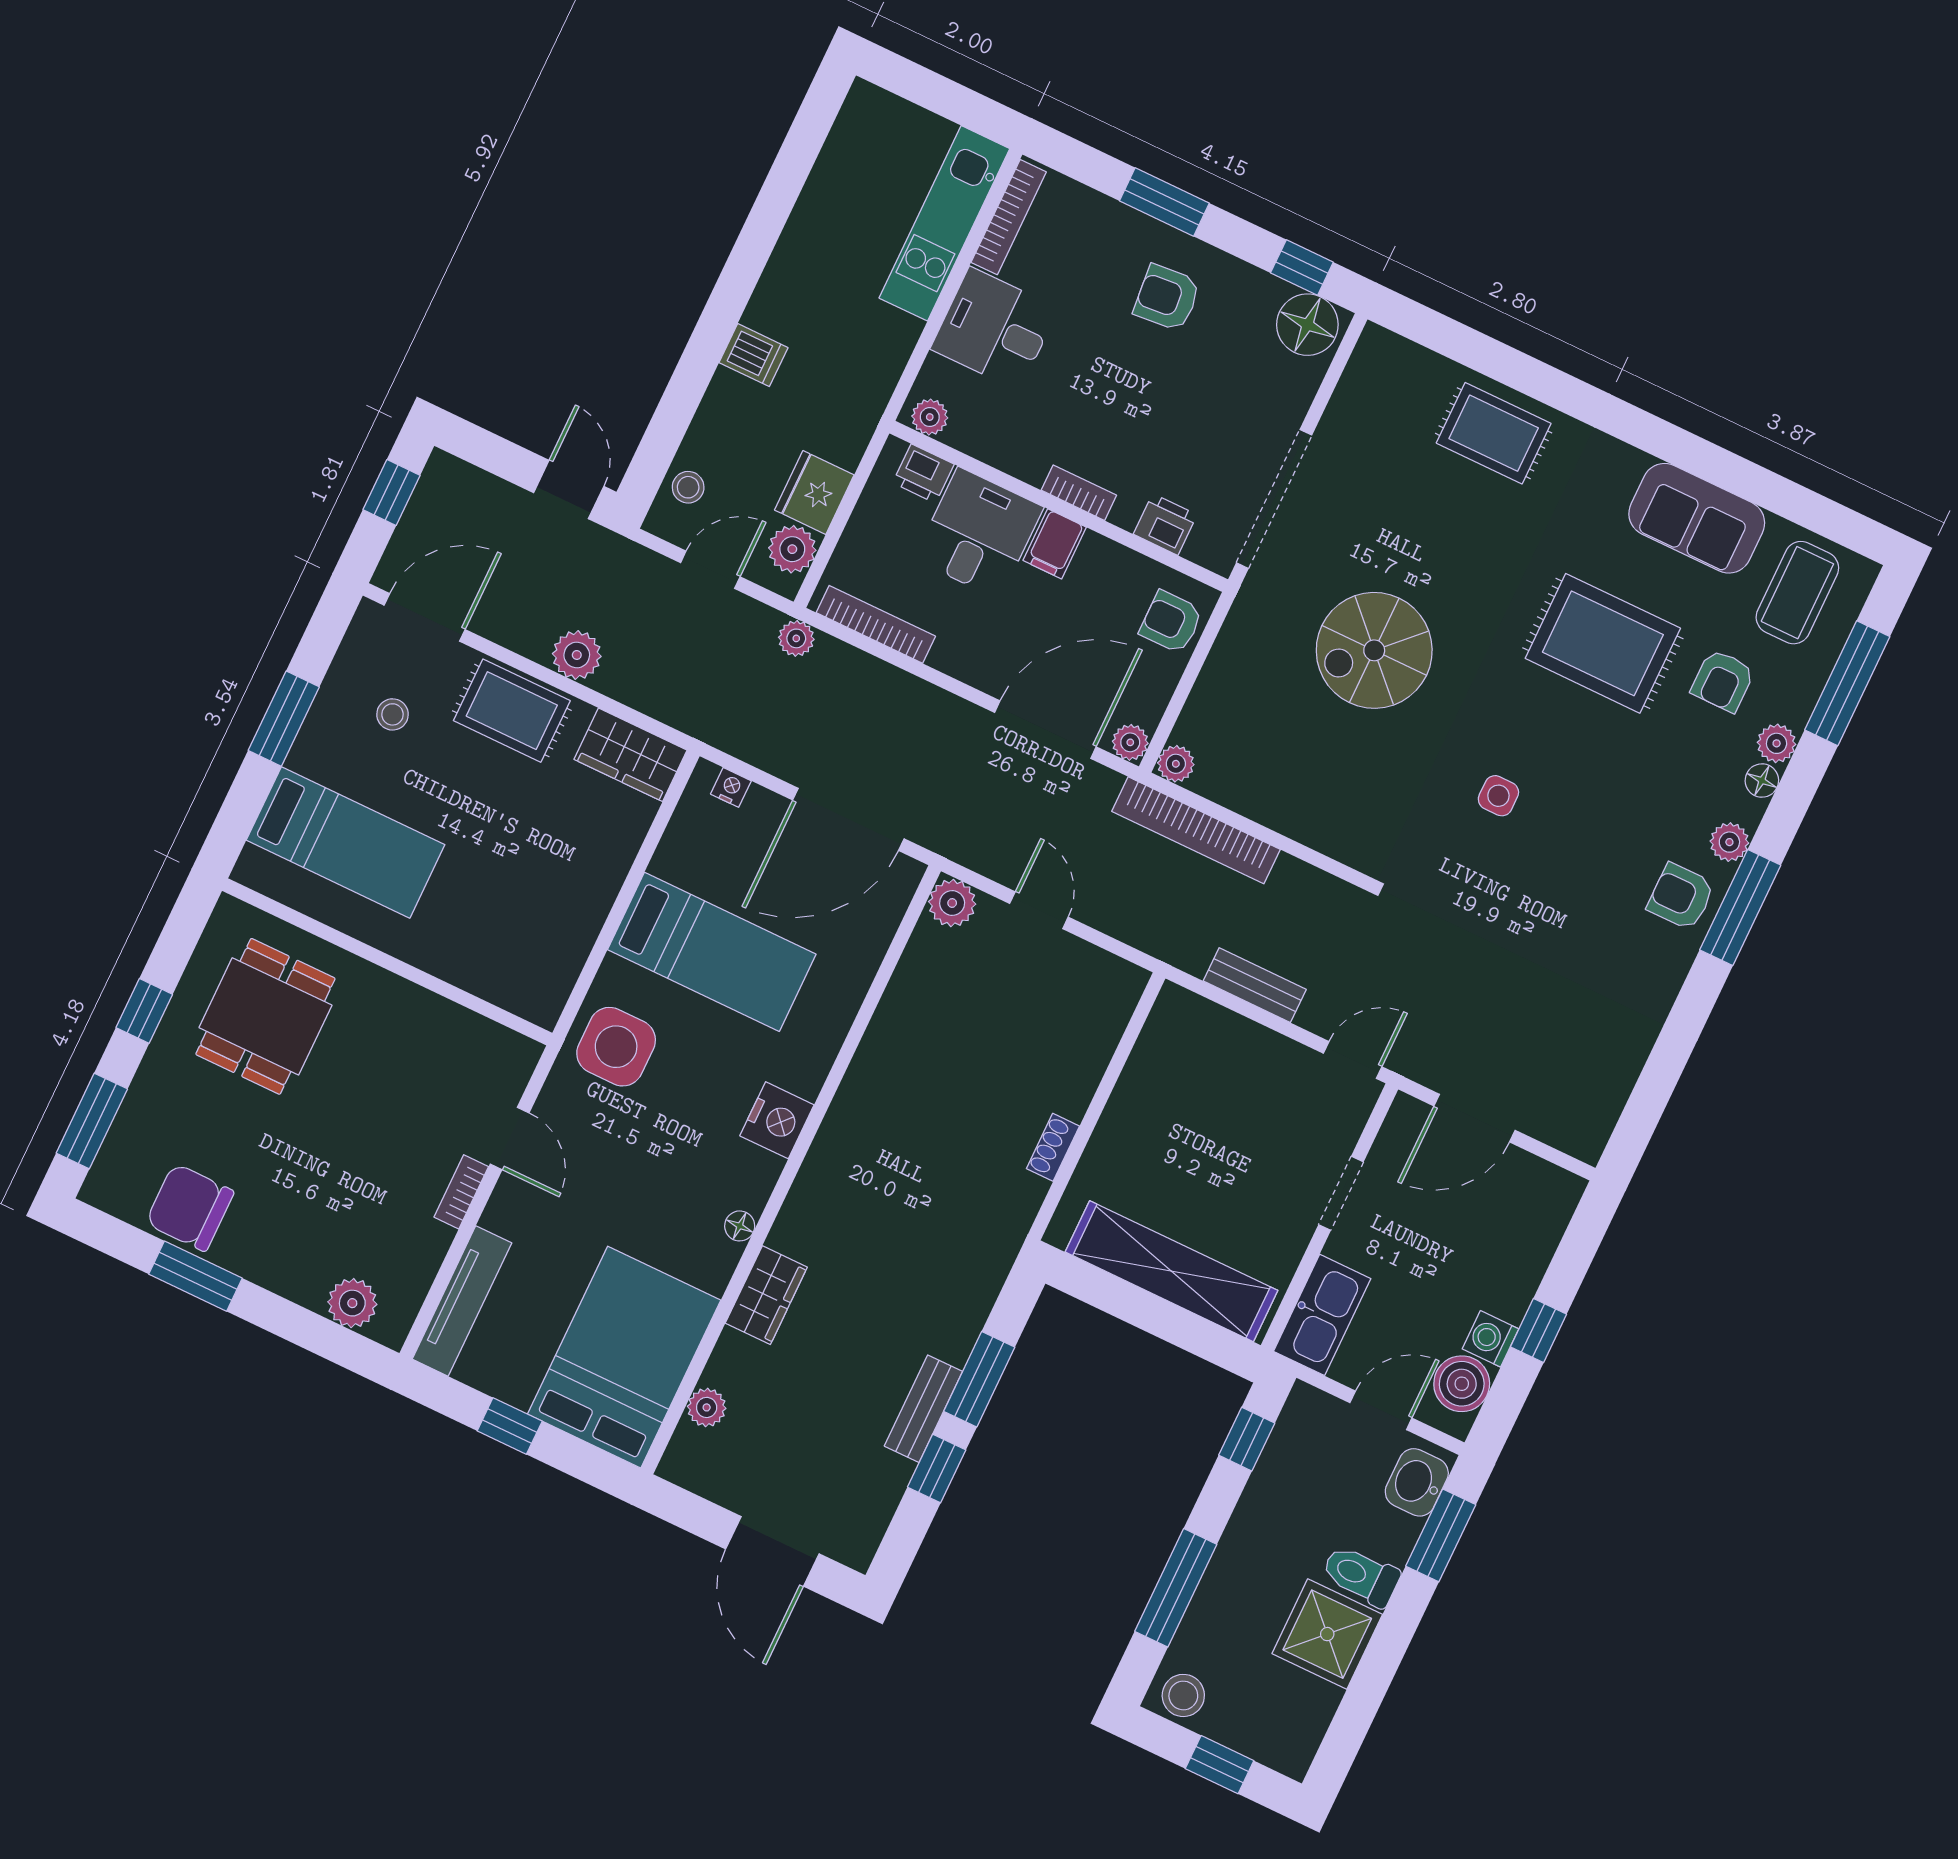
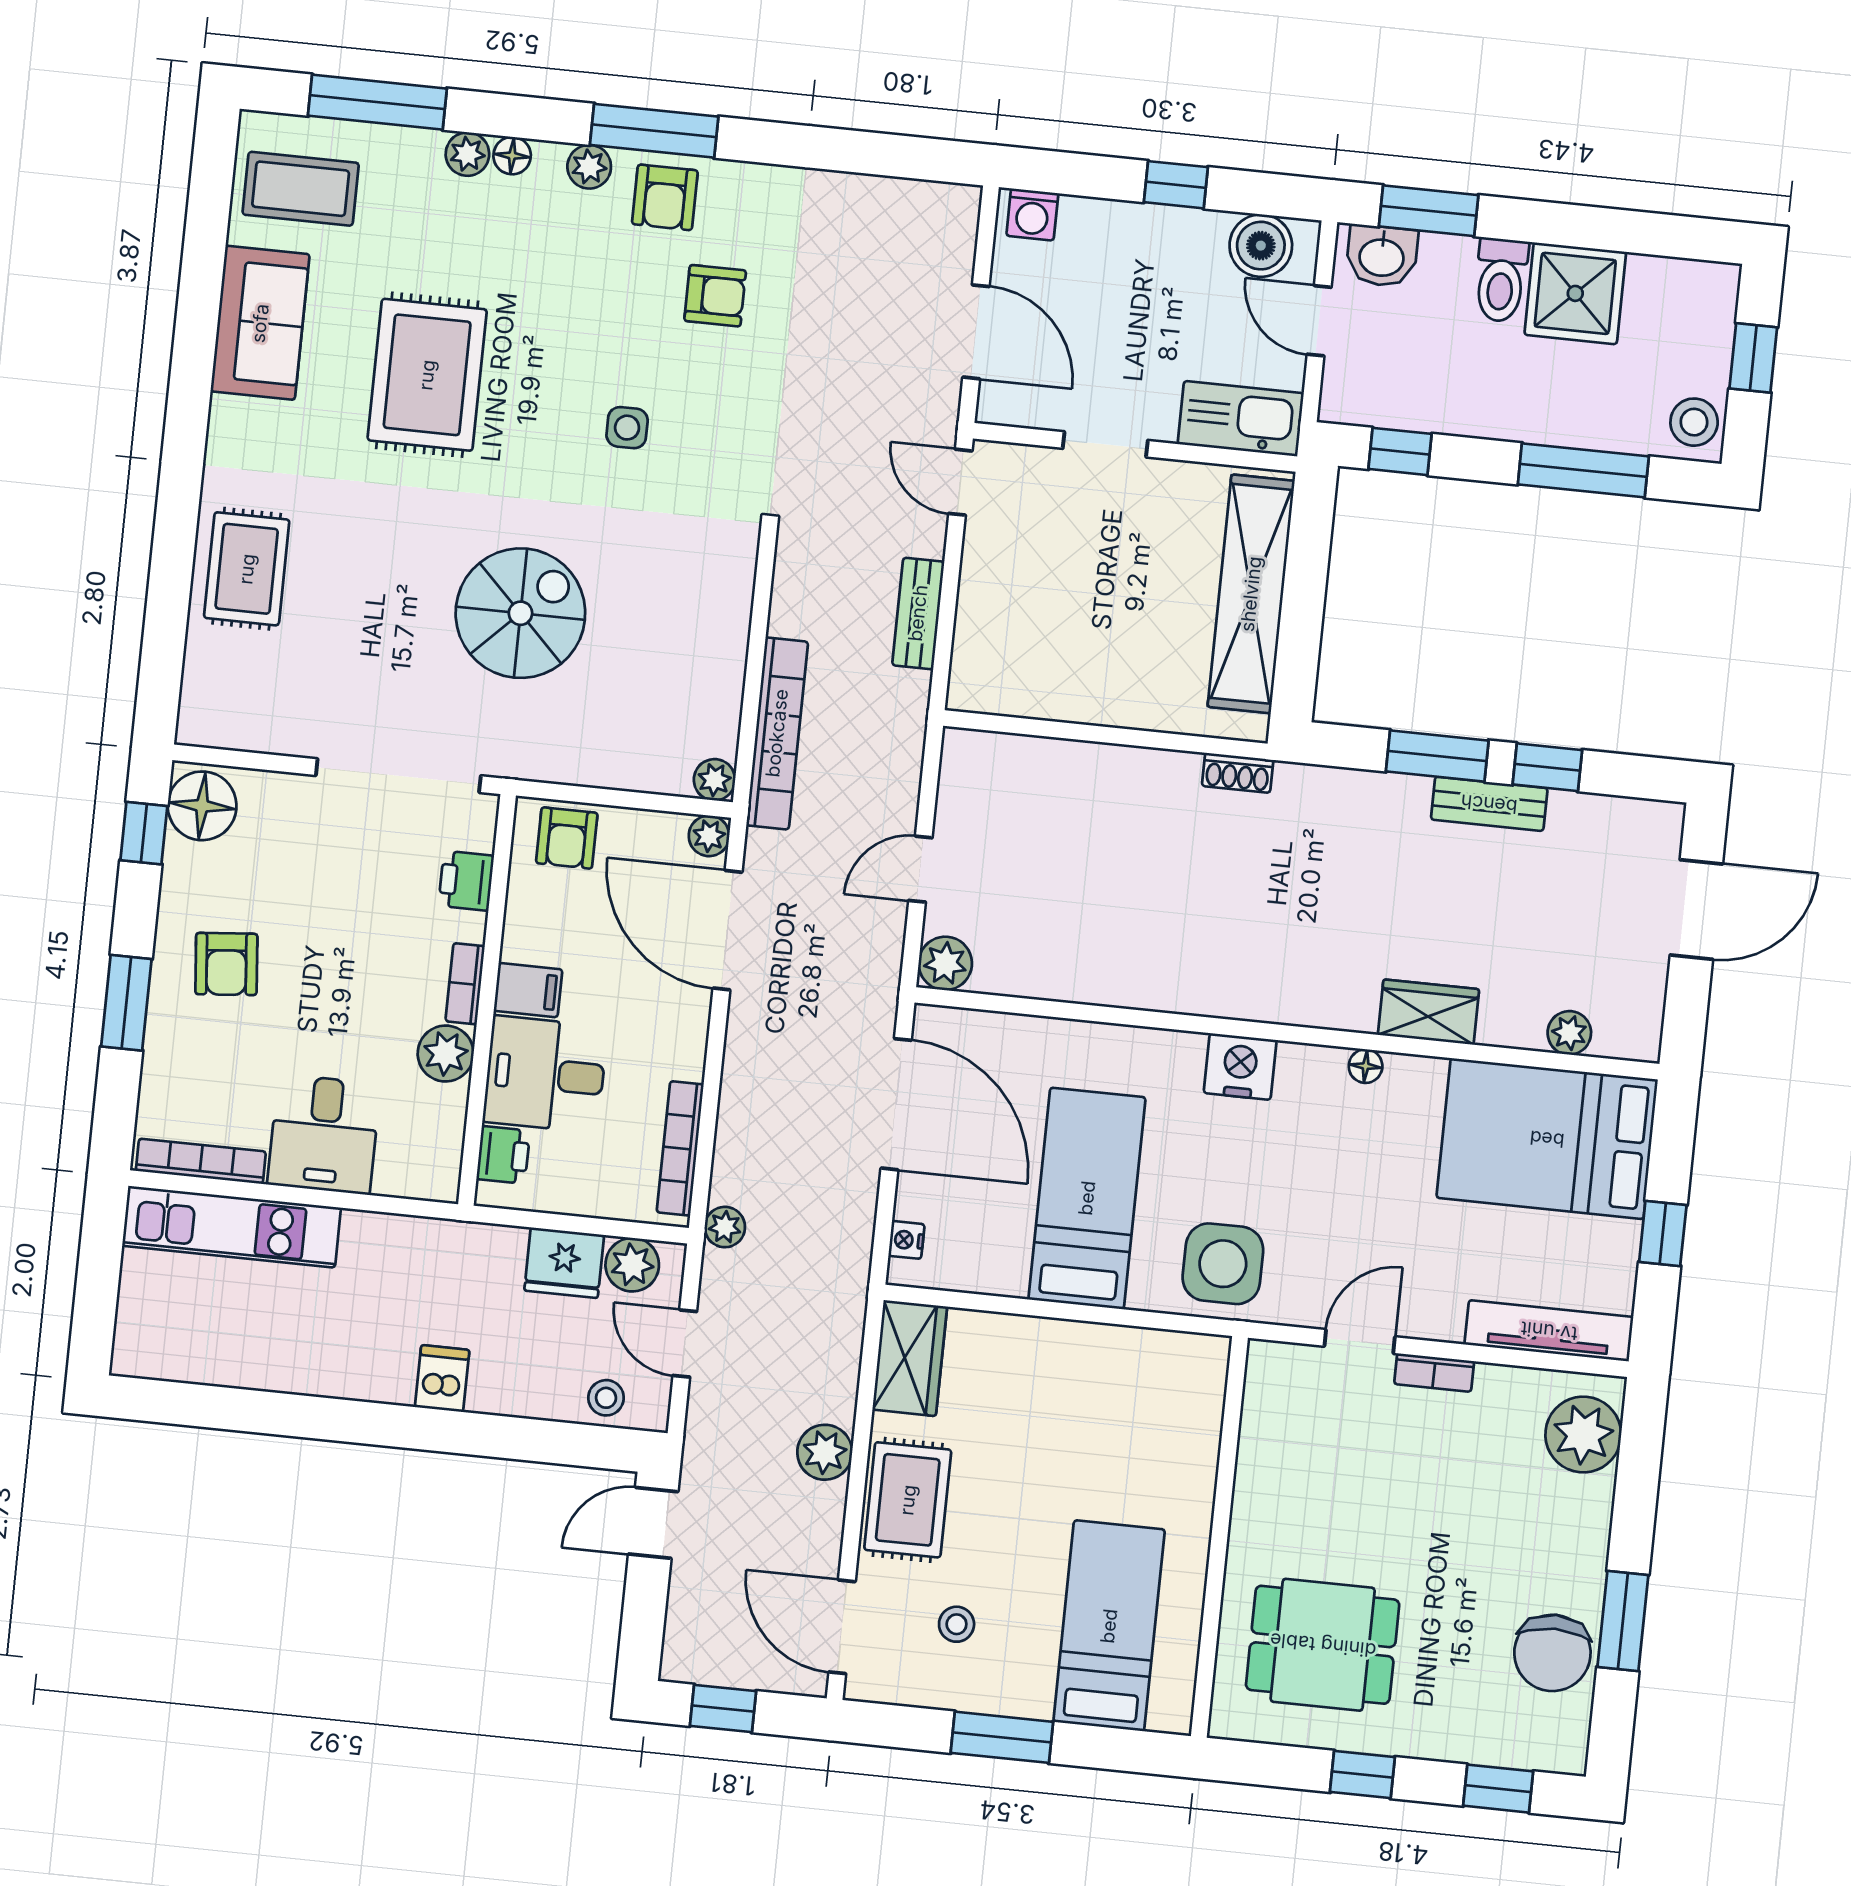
plant: (930, 417) -> (446, 1054), moved, width x1.38, depth x1.38
spiral stairs: (1374, 650) -> (520, 613), turned -90
armchair: (1723, 681) -> (715, 296), moved
window: (92, 1121) -> (1498, 1789), width x0.67
shoe rack: (1053, 1147) -> (1238, 773), moved
plant: (352, 1303) -> (1583, 1434), width x1.36, depth x1.36
washing machine: (1490, 1339) -> (1032, 215), moved

